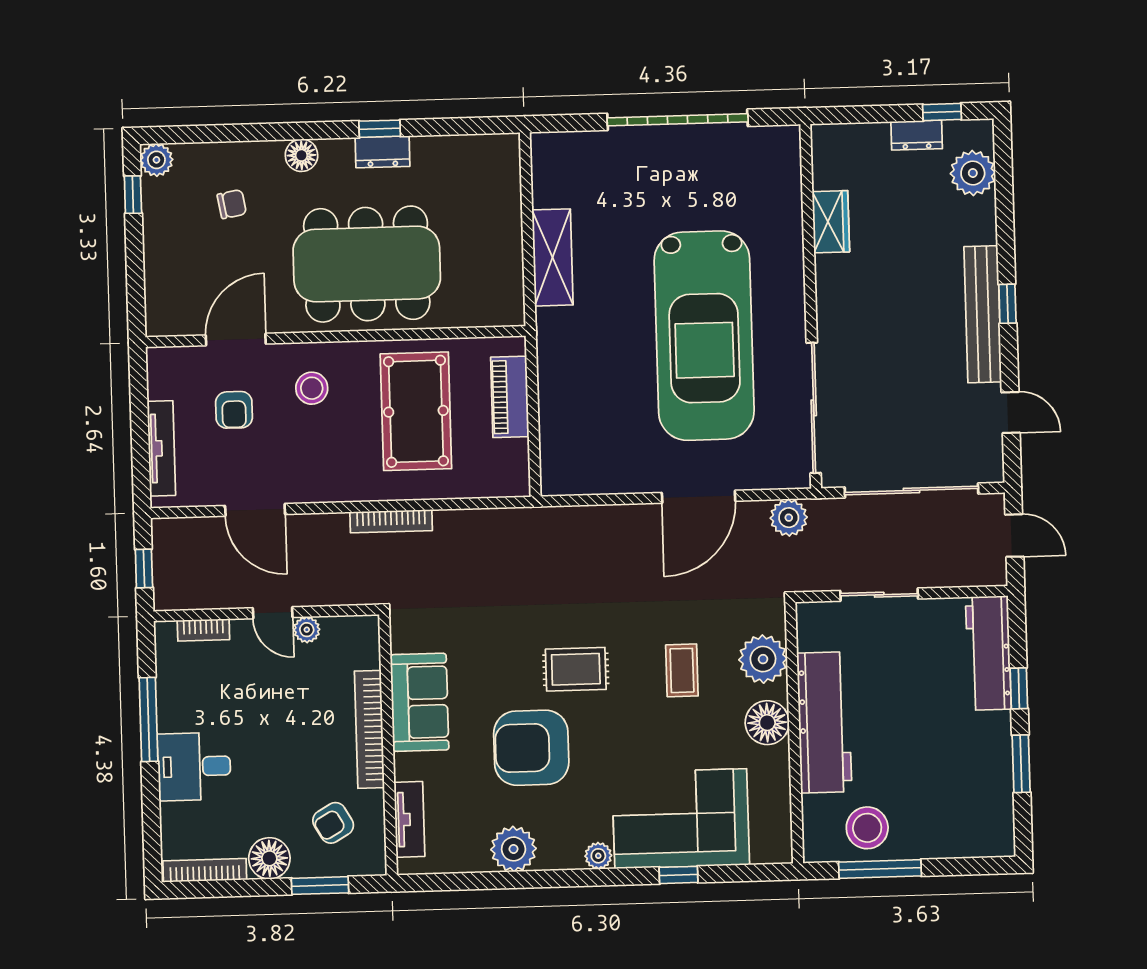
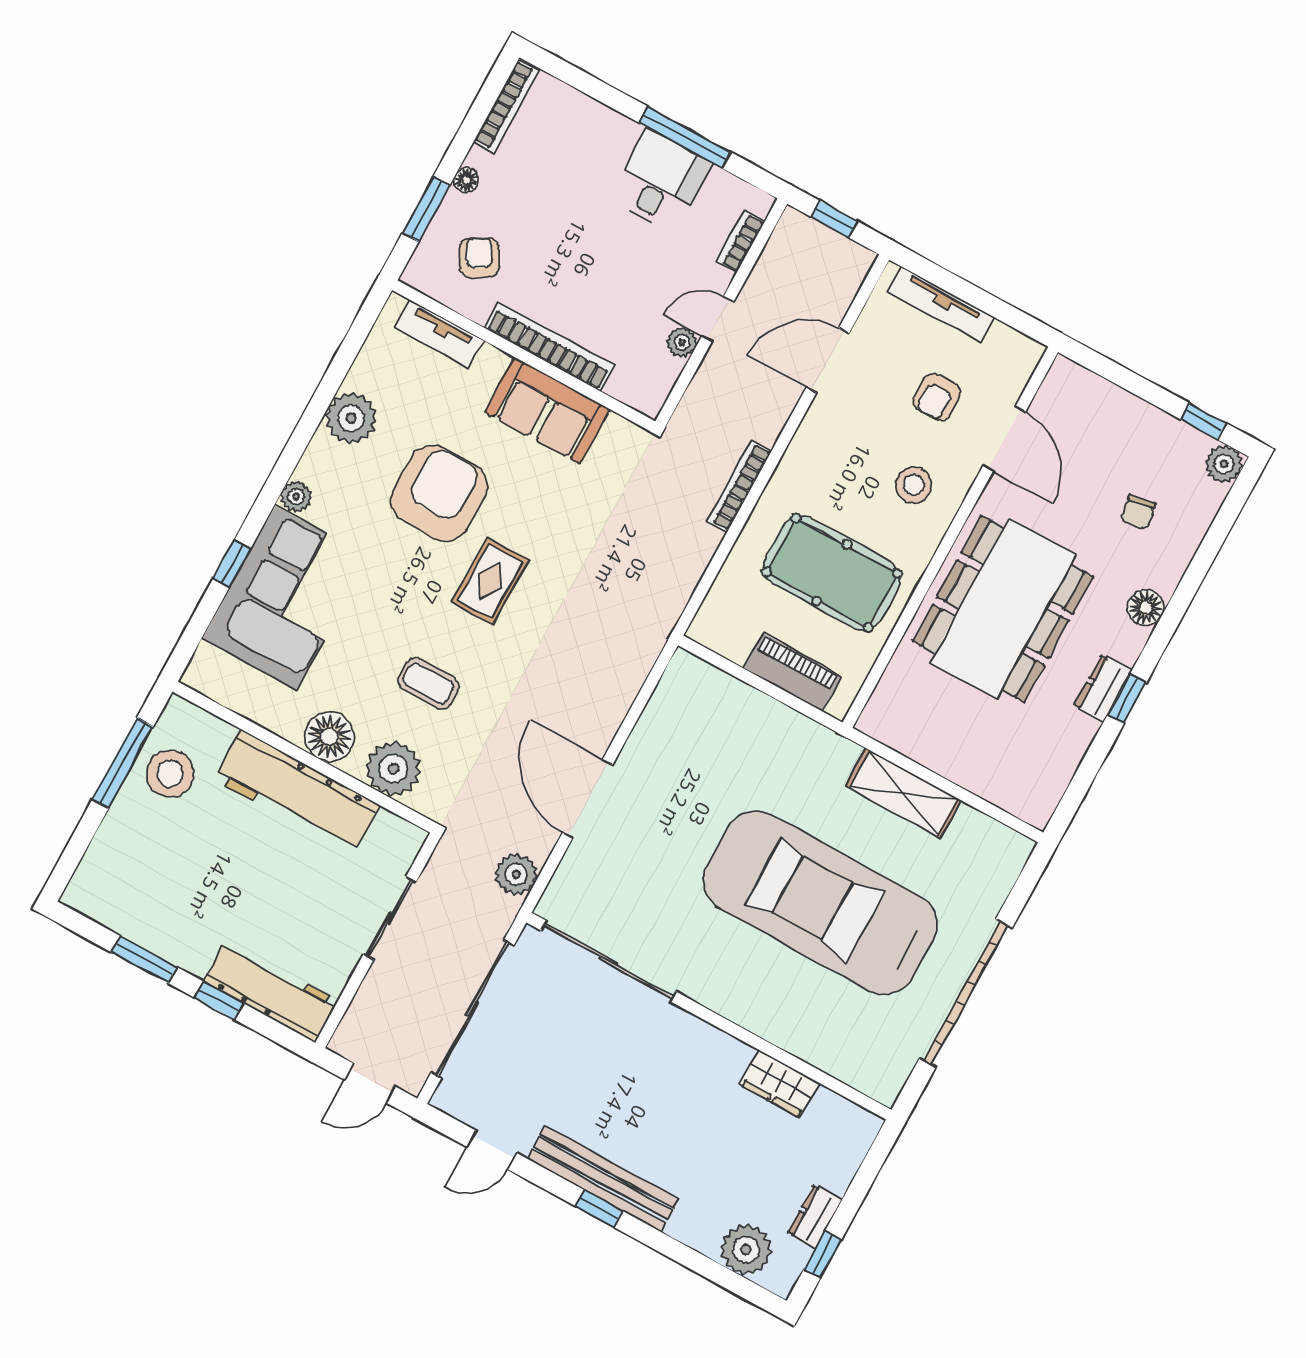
car: (704, 336) -> (820, 903), moved
armchair: (234, 410) -> (937, 397), turned -90
desk: (194, 766) -> (660, 181), moved
floor lamp: (269, 858) -> (466, 180), width x0.53, depth x0.53

